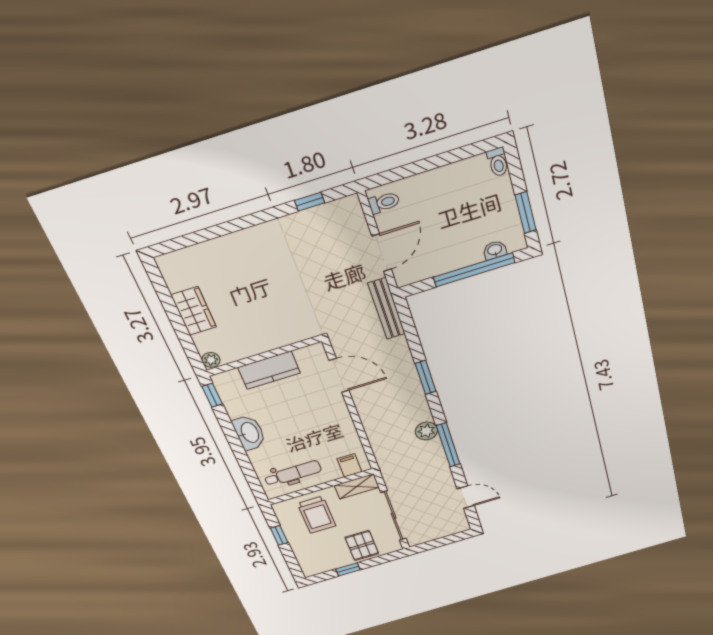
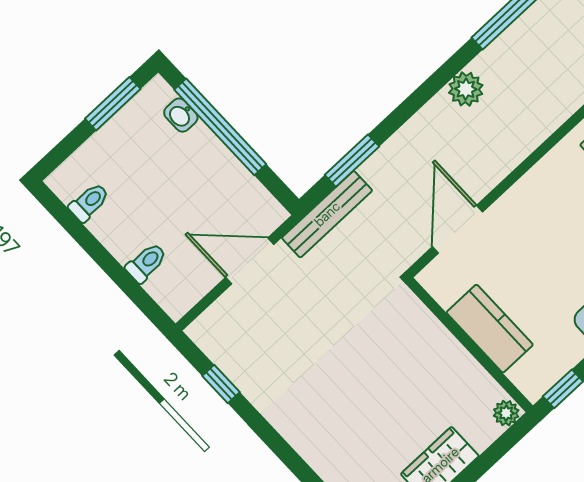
toilet: (498, 162) -> (89, 202), moved
toilet: (384, 203) -> (146, 263), moved, turned 90
window: (426, 377) -> (352, 161), moved
plant: (426, 431) -> (466, 89), moved

